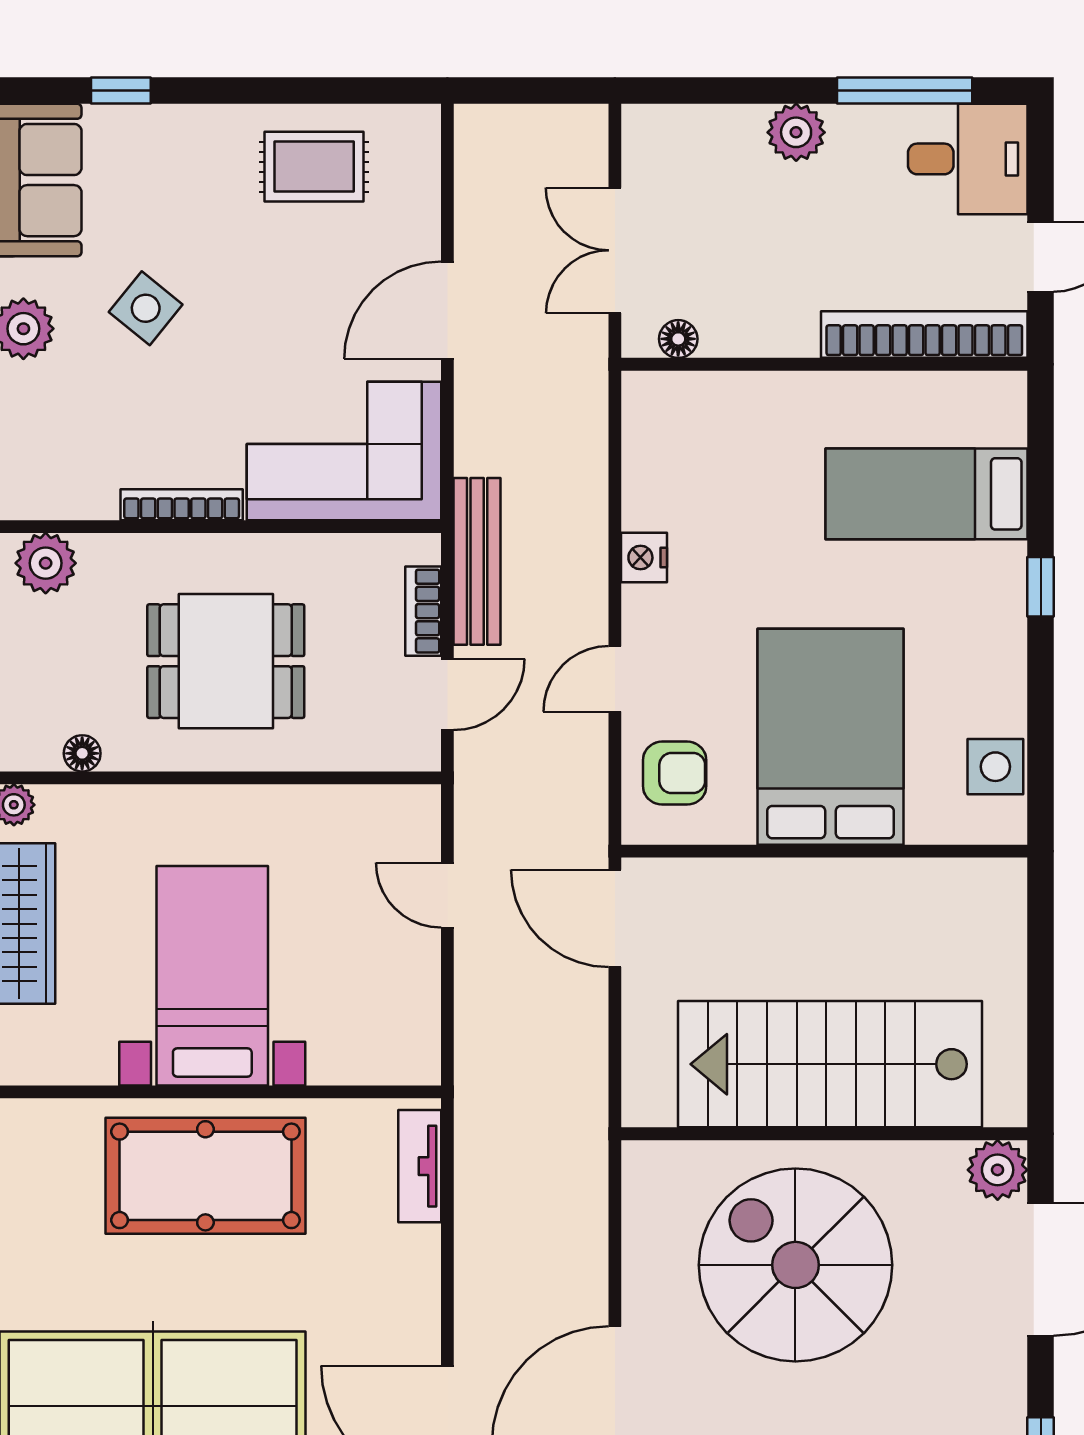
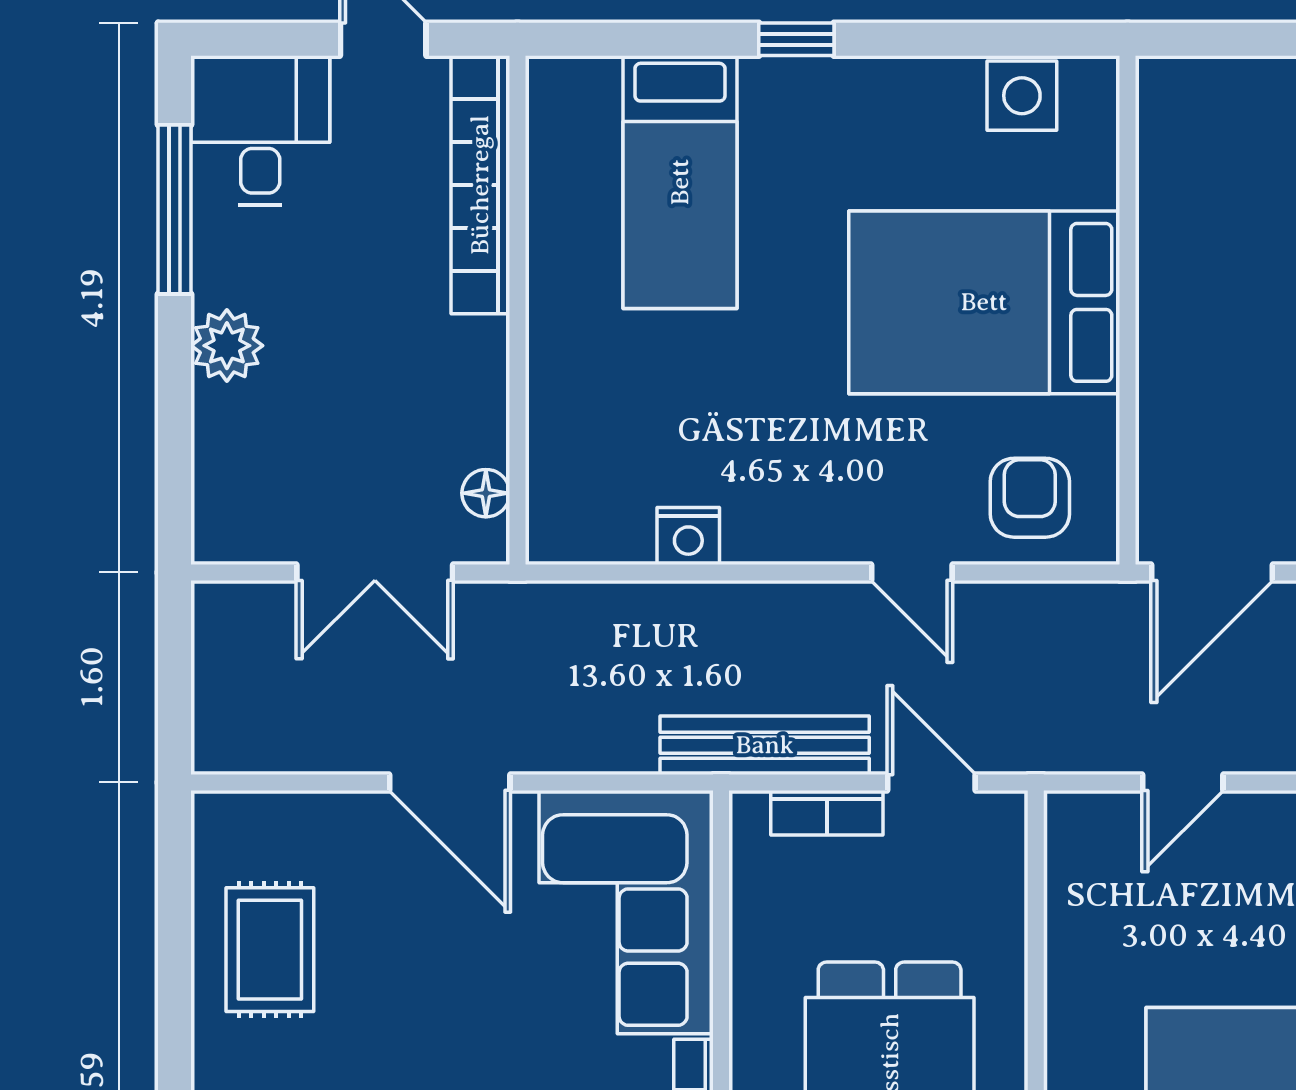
nightstand: (644, 558) -> (688, 536), moved

